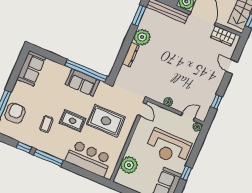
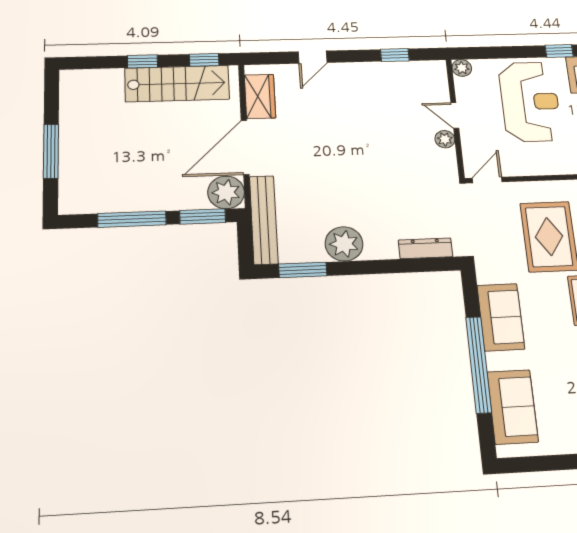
dresser: (131, 55) -> (425, 248), moved
sofa: (31, 68) -> (513, 407), moved, turned 90
window: (86, 71) -> (479, 365), moved
door: (188, 117) -> (455, 115), moved

